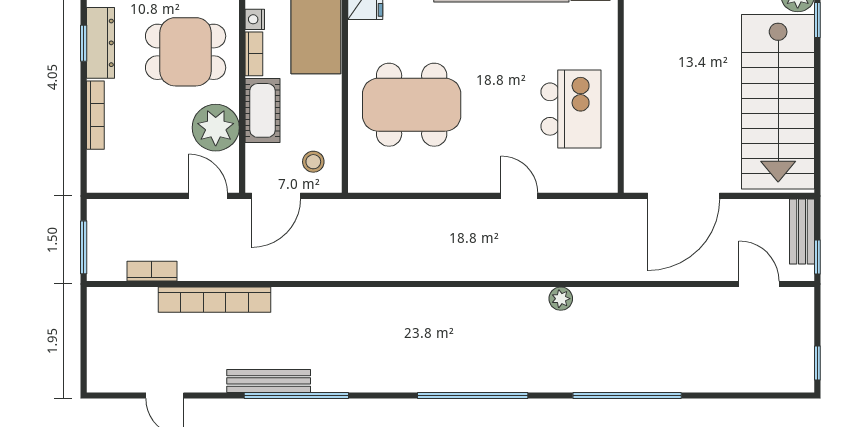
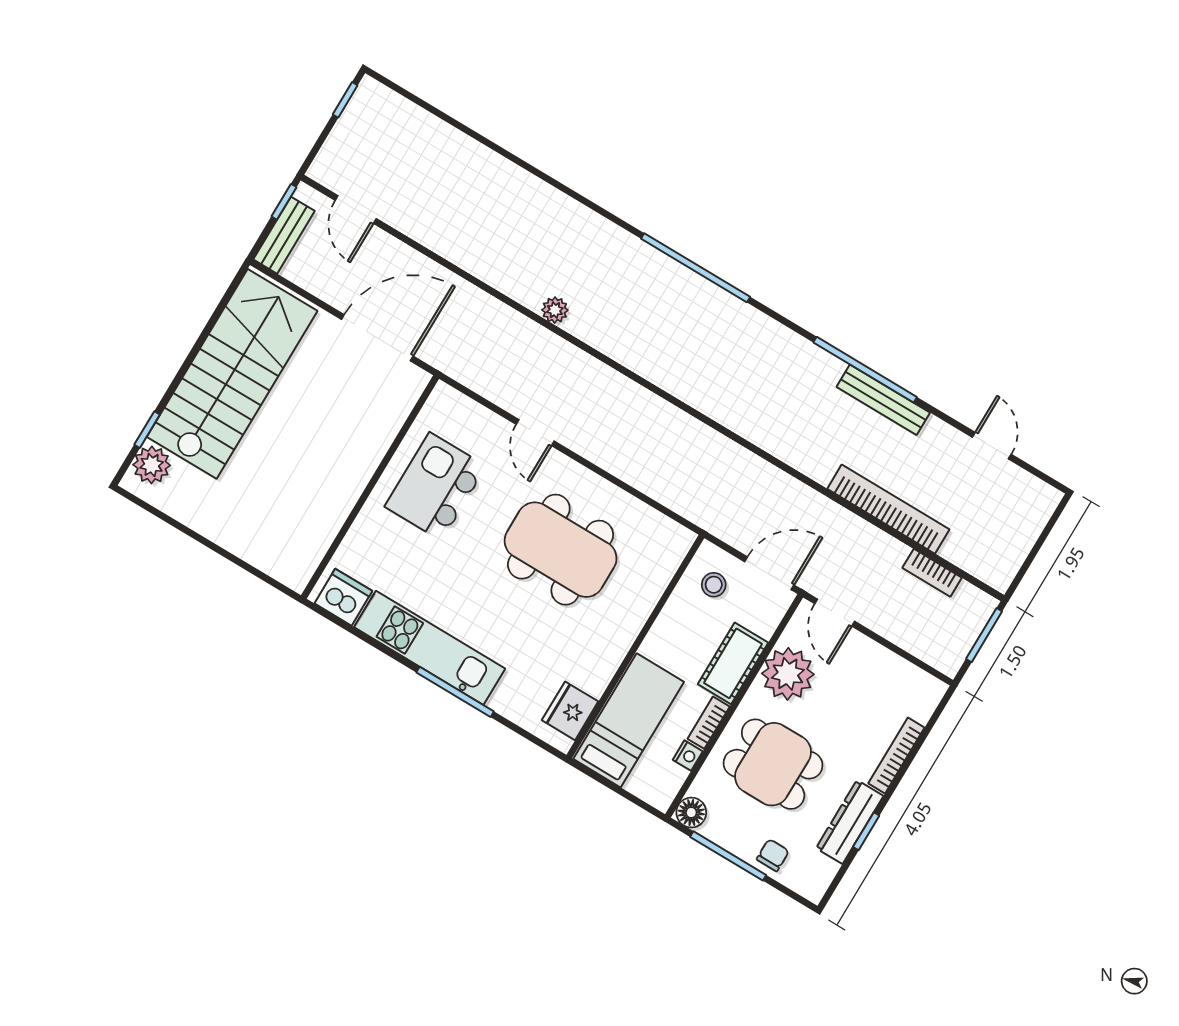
dining table: (412, 105) -> (561, 550), moved
window: (627, 396) -> (547, 178), removed

